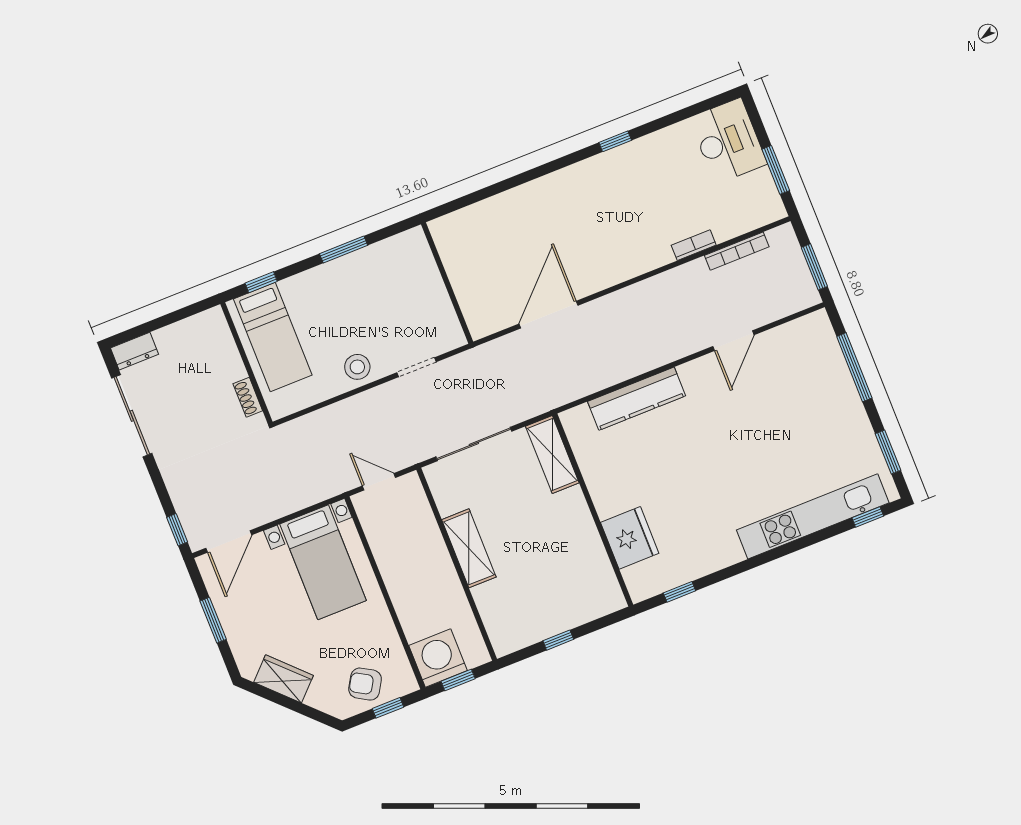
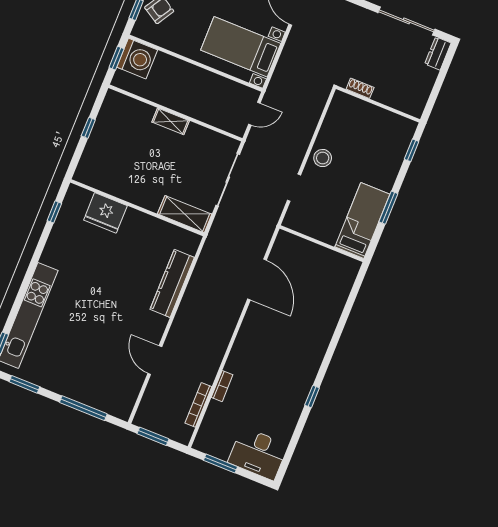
bed: (273, 337) -> (362, 221), moved, turned 90
shelving: (469, 548) -> (171, 121), width x0.67, depth x0.75

